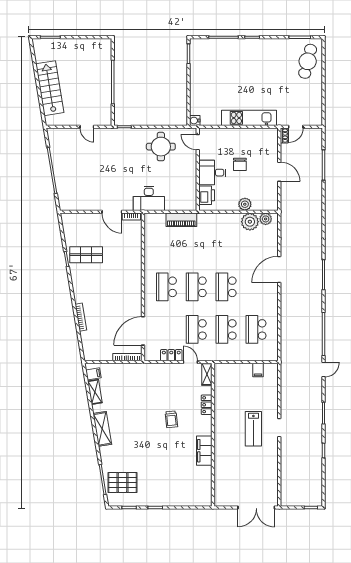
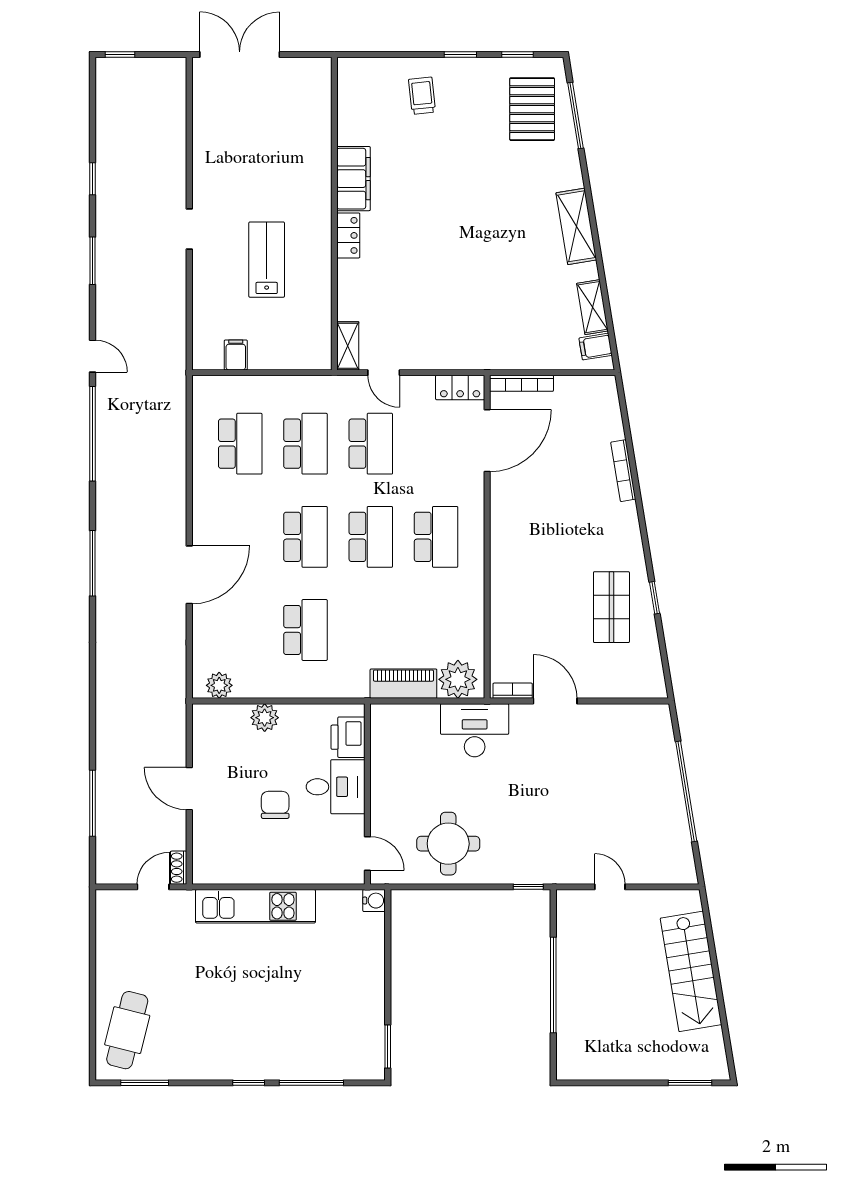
plant: (250, 222) -> (458, 679), moved
school desk: (226, 244) -> (306, 630), added
shop shelf: (86, 255) -> (611, 607), turned 90
locker: (171, 355) -> (460, 388), moved
door: (324, 370) -> (93, 356), swing flipped
locker: (207, 405) -> (348, 235), moved
trolley: (171, 419) -> (422, 96), moved
lab bench: (253, 429) -> (267, 260), moved
pallet: (122, 482) -> (532, 109), turned 90

